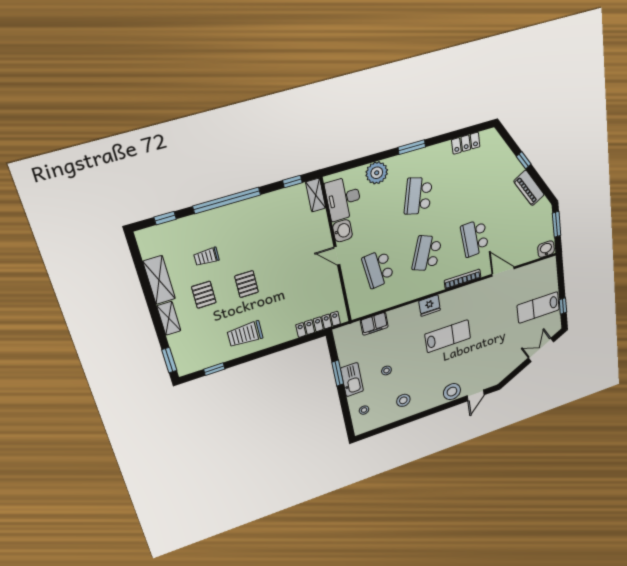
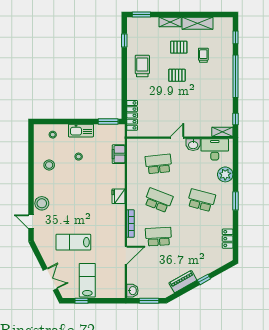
lab bench: (448, 336) -> (73, 242), moved, turned 90
window: (338, 373) -> (108, 121), moved

